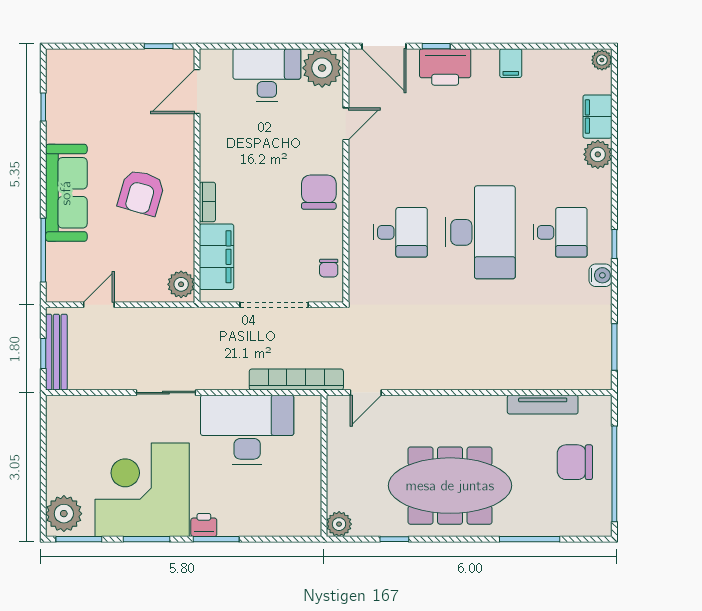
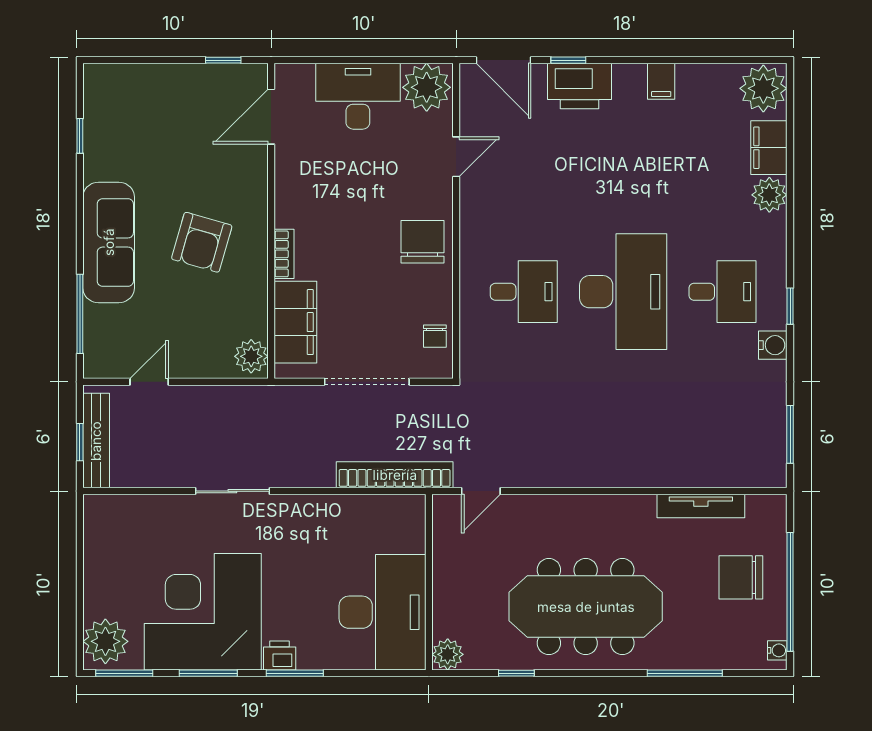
plant: (602, 60) -> (763, 88), width x1.87, depth x1.87
desk: (247, 430) -> (383, 612), moved, turned 90
water cooler: (604, 521) -> (777, 650), added

